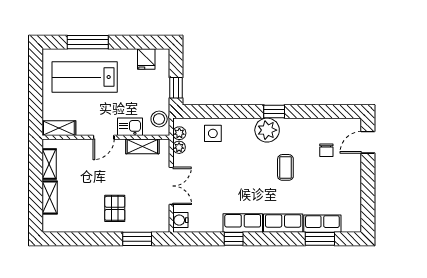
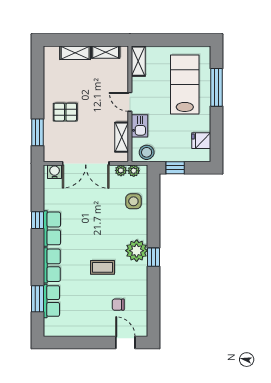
double door: (171, 186) -> (86, 163), width x1.37

